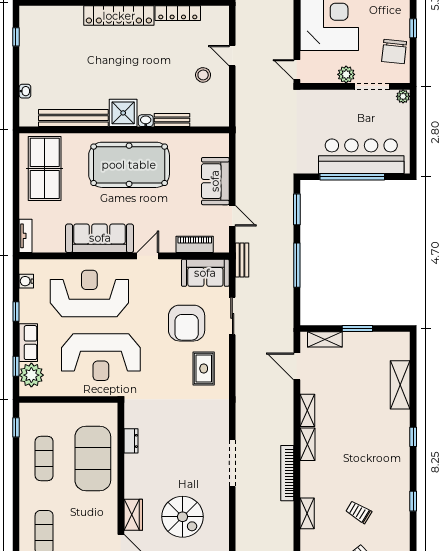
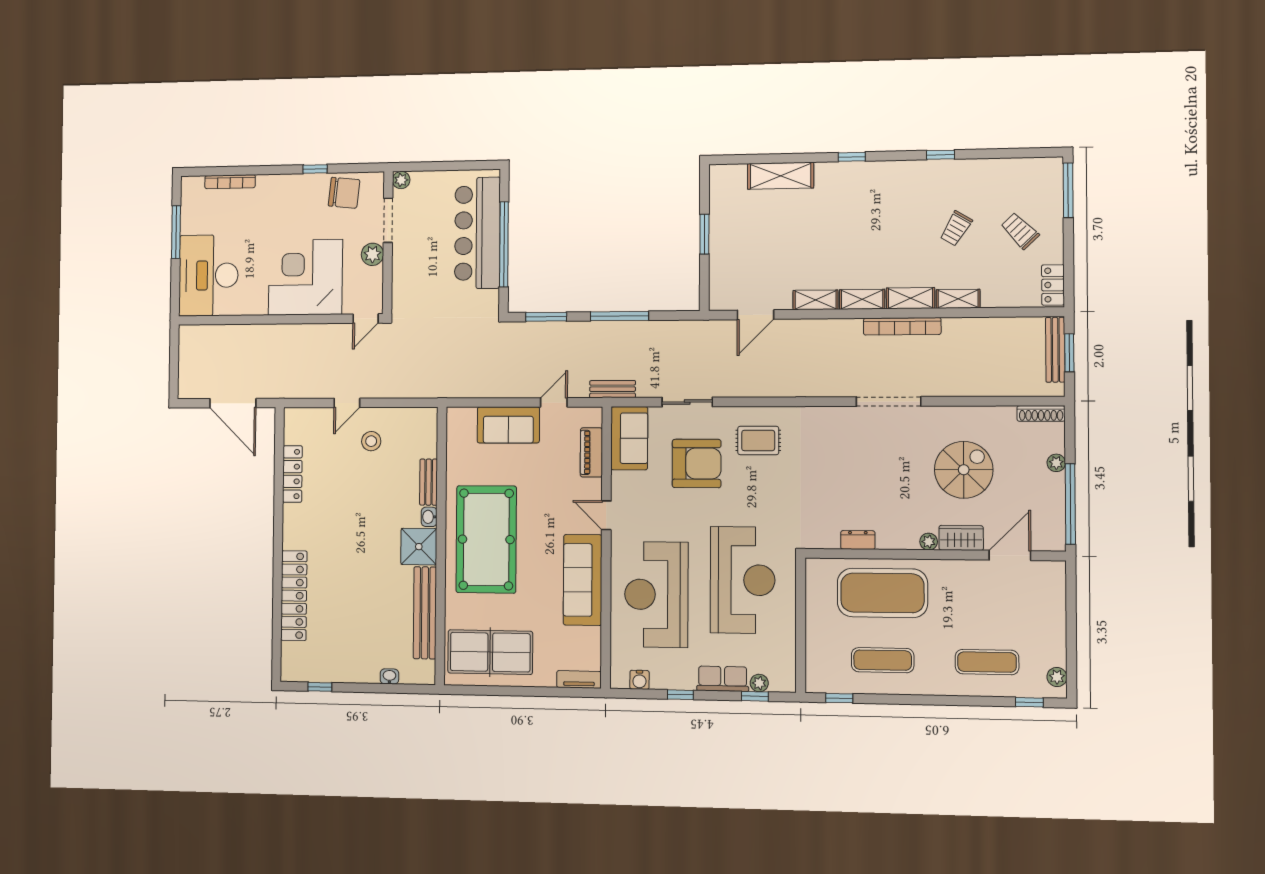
locker: (119, 16) -> (294, 596), moved
shelving: (325, 339) -> (910, 298), moved, turned 90
plant: (31, 375) -> (759, 683), width x0.53, depth x0.53
plant: (130, 492) -> (929, 542), added

